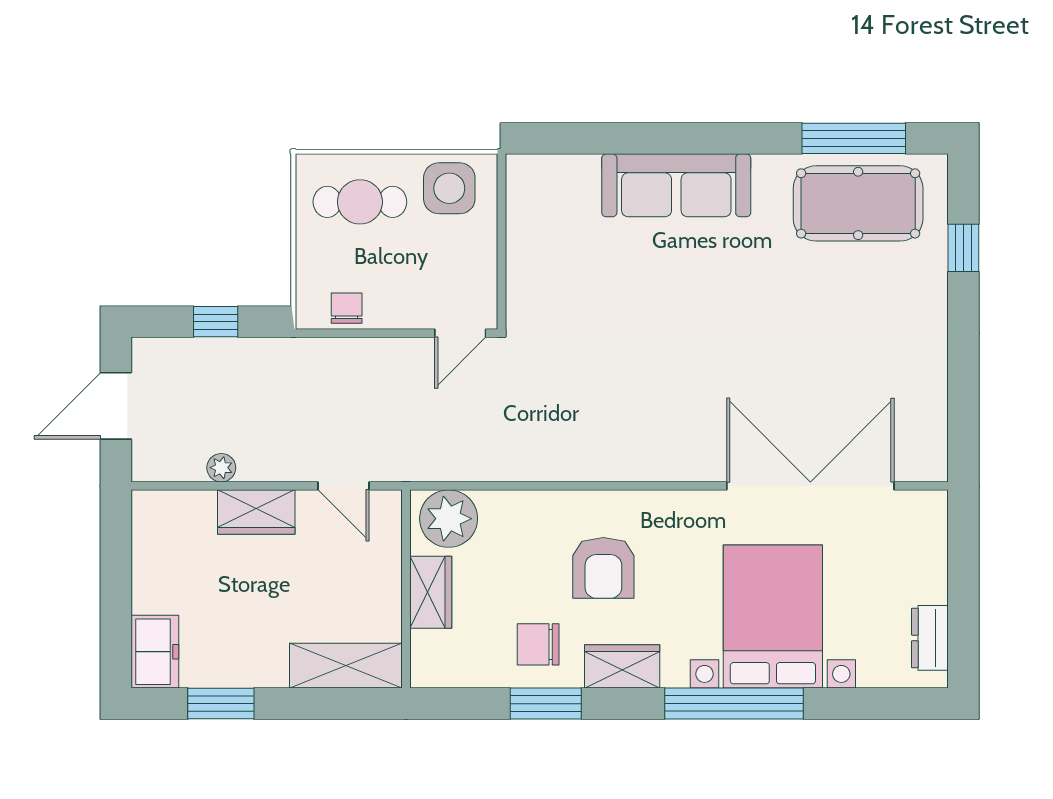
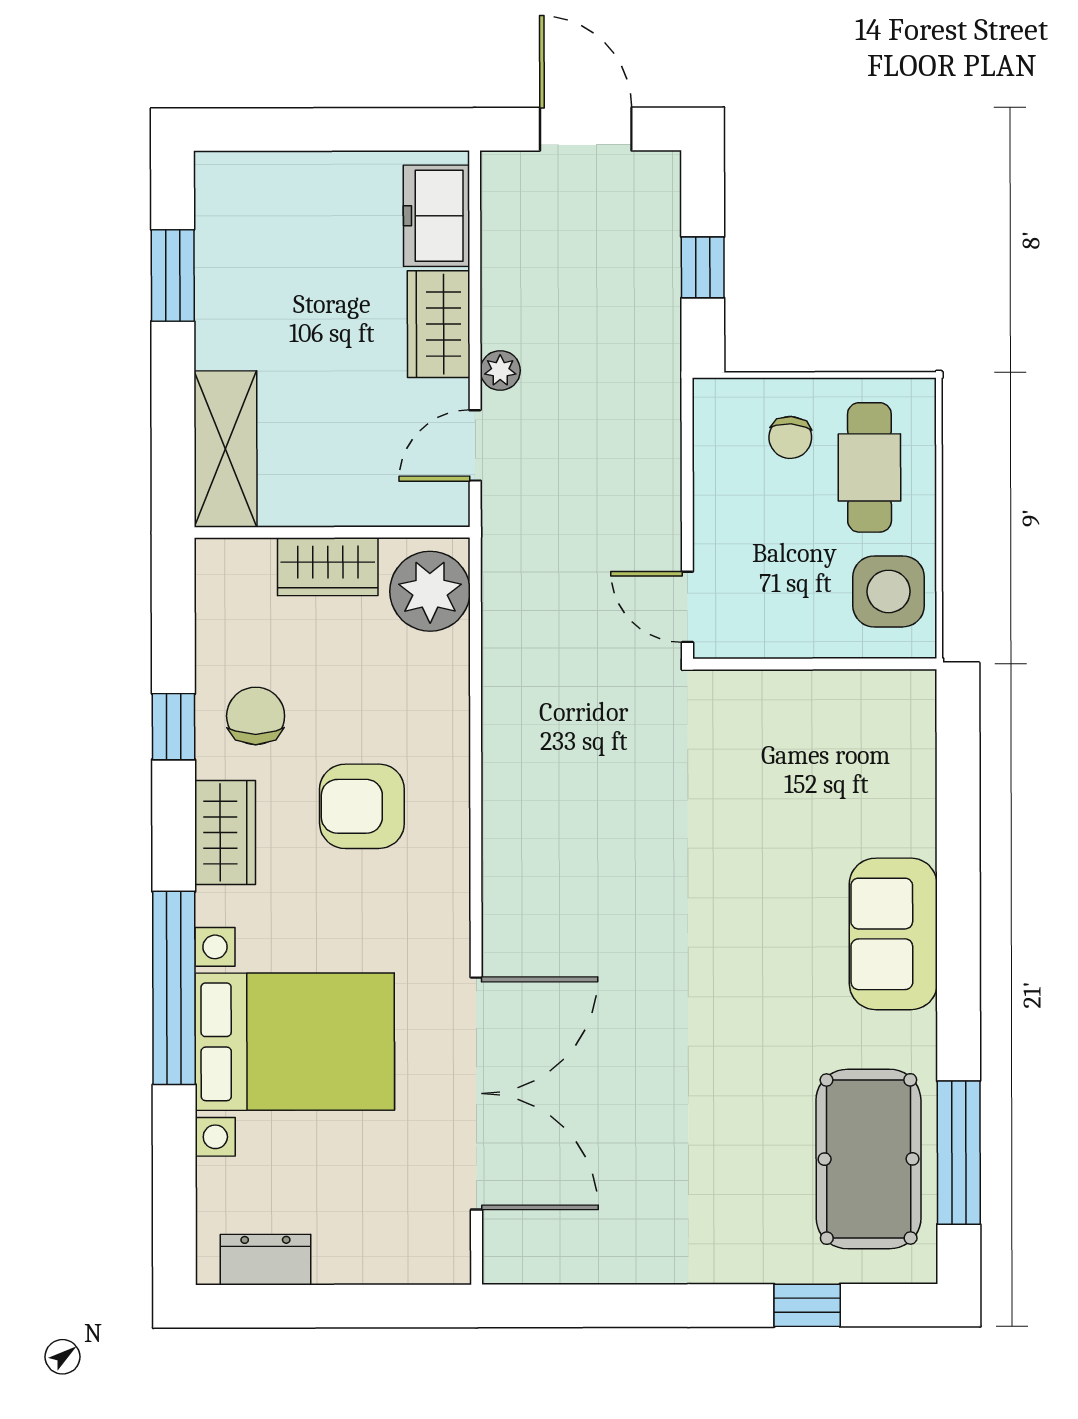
sofa: (676, 185) -> (893, 934), width x0.73
chair: (347, 308) -> (790, 437), moved, turned 94
plant: (221, 468) -> (500, 370), moved
freezer: (155, 652) -> (436, 216), moved, turned 90
window: (546, 704) -> (174, 727), width x0.67

